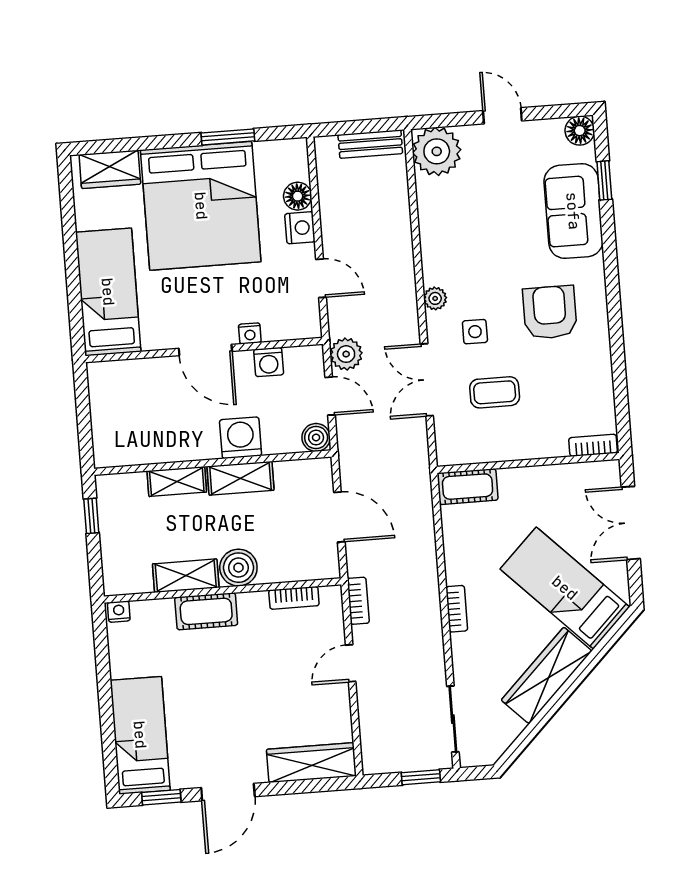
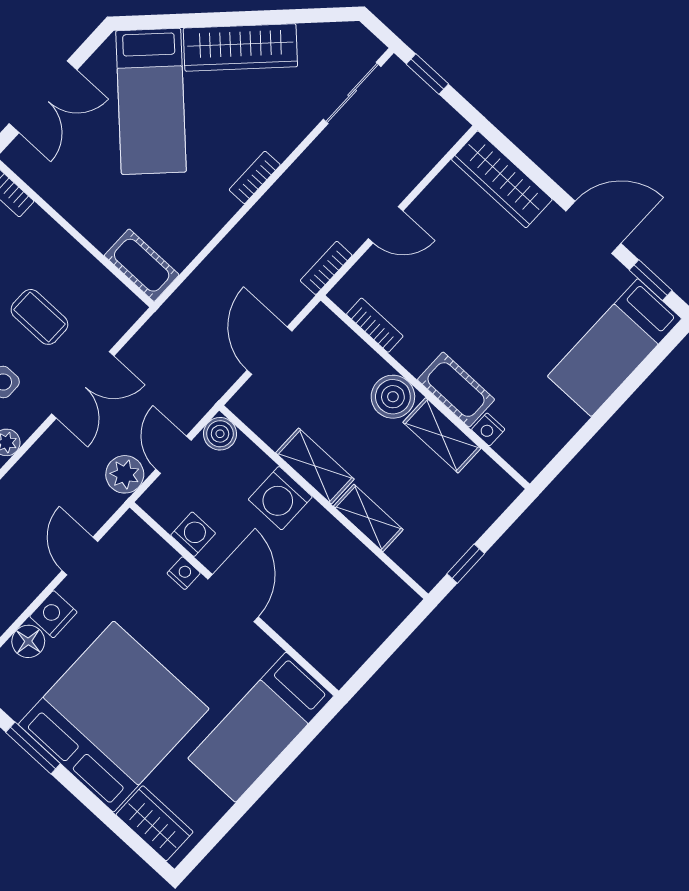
nightstand: (119, 612) -> (488, 429), moved

